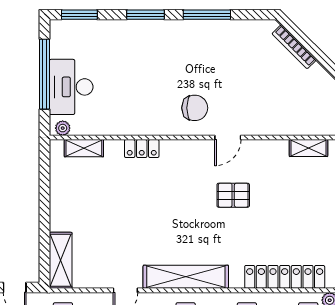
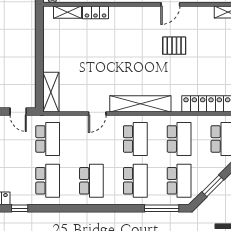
locker: (142, 149) -> (95, 12), moved

